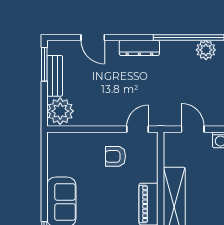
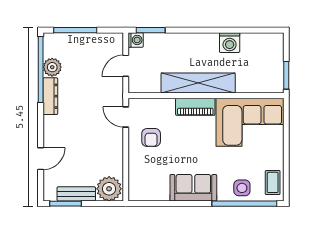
dresser: (139, 48) -> (50, 96), moved
plant: (206, 50) -> (52, 67), moved

